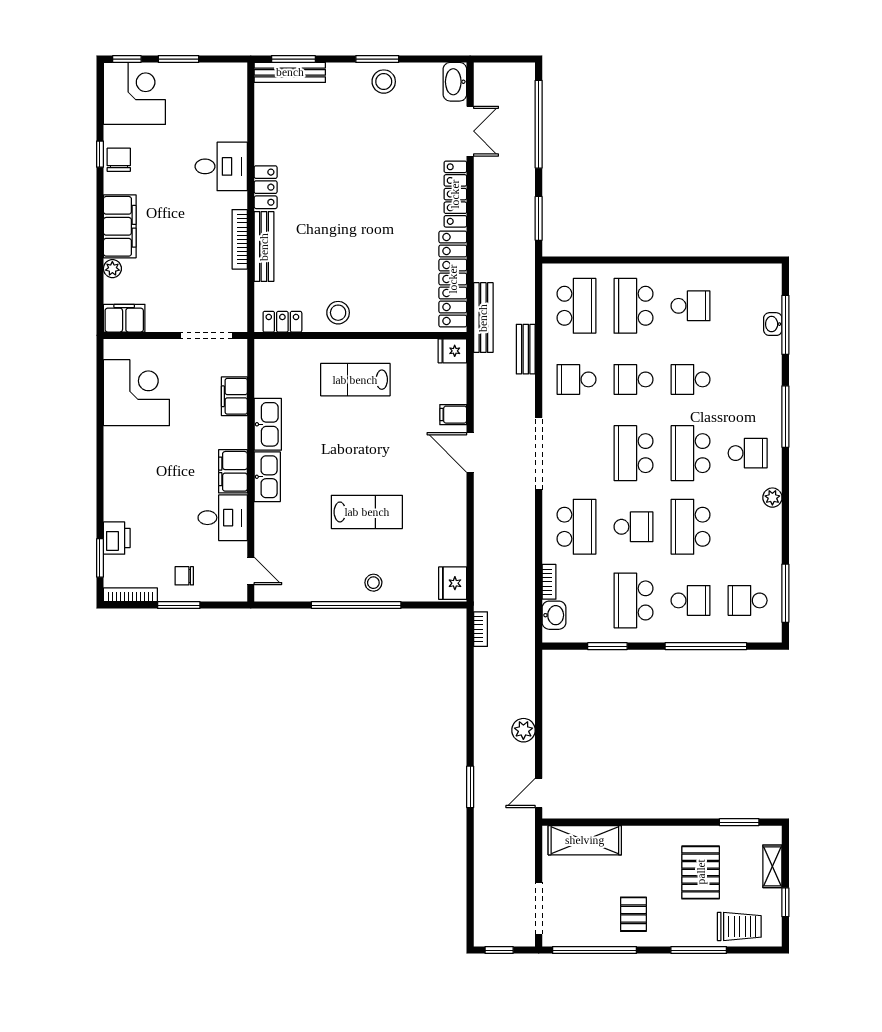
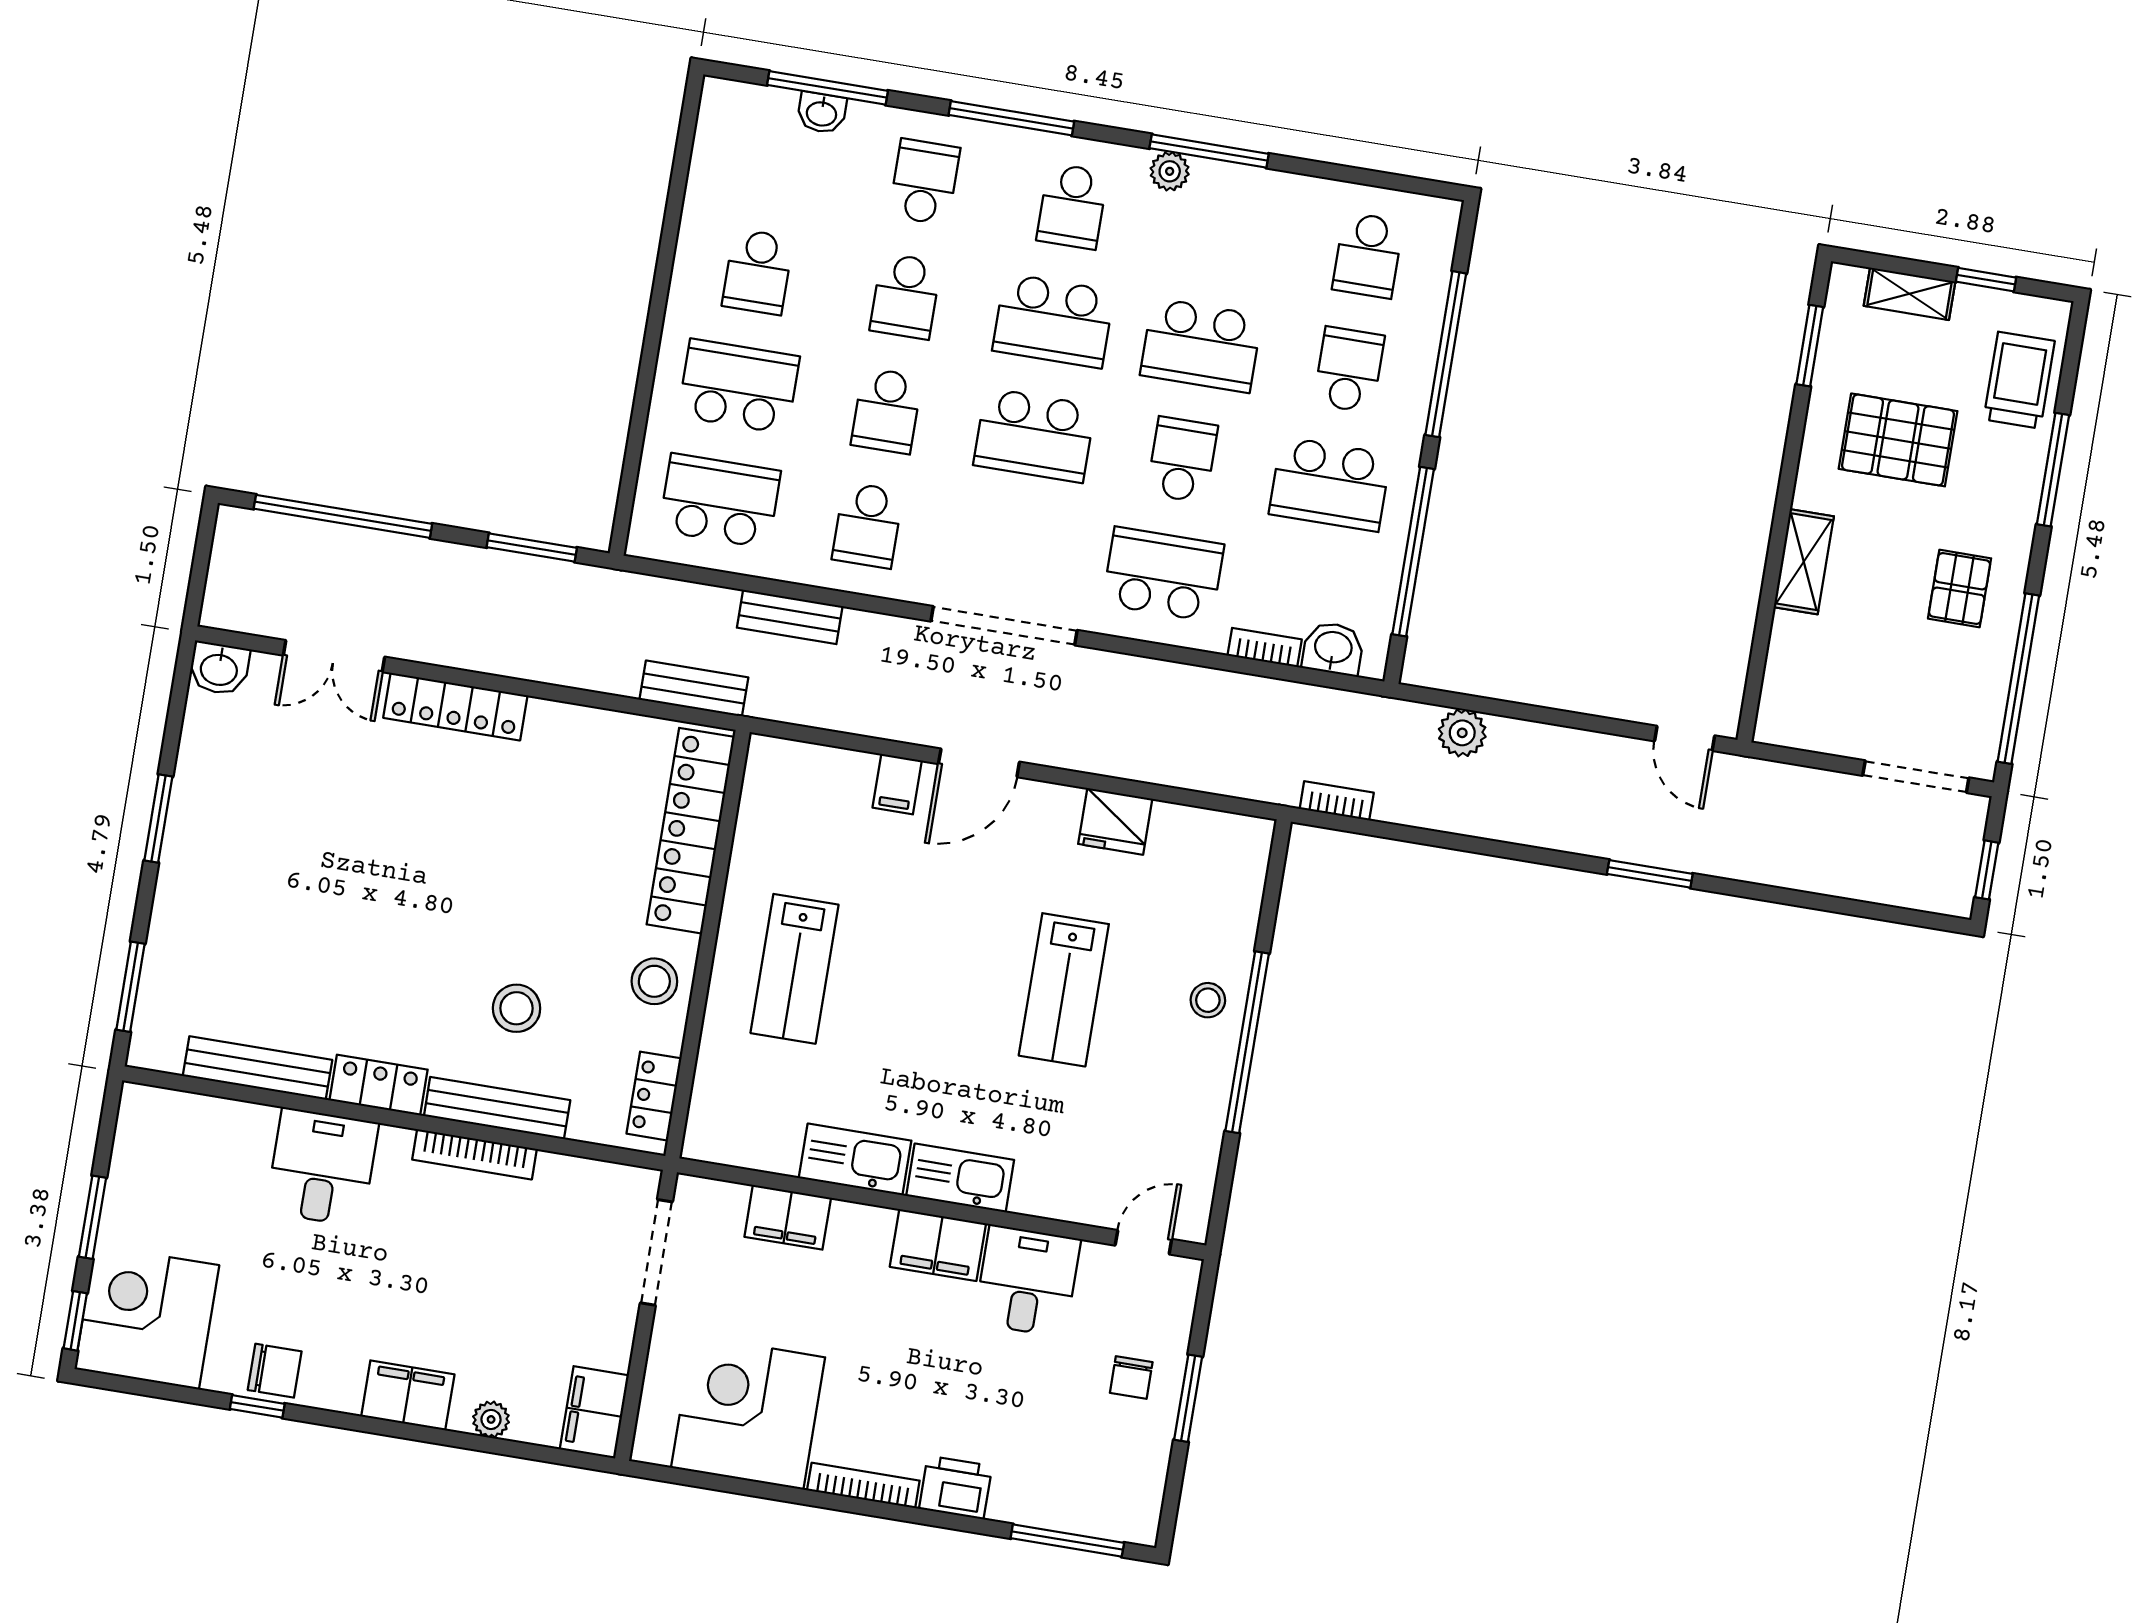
bench: (290, 72) -> (257, 1068), moved, turned 90
stool: (384, 82) -> (517, 1008), moved
washbasin: (455, 82) -> (219, 668), width x0.72
double door: (470, 131) -> (334, 656), swing flipped
chair: (119, 160) -> (275, 1371), turned 180
filing cabinet: (120, 226) -> (408, 1395), width x0.67, depth x0.86
locker: (453, 279) -> (691, 831), moved, turned 90
school desk: (634, 306) -> (739, 386), turned 180
school desk: (691, 306) -> (758, 272), turned 180
bench: (483, 318) -> (694, 688), width x0.73
fridge: (452, 351) -> (769, 765), removed
school desk: (748, 379) -> (924, 182), added
school desk: (748, 453) -> (1072, 206), turned 180
lab bench: (367, 512) -> (1064, 990), turned 180
printer: (117, 538) -> (956, 1487), moved
window: (100, 558) -> (1067, 1541), width x1.44
fridge: (453, 583) -> (1115, 821), moved
window: (785, 593) -> (1209, 151), moved
bookcase: (130, 595) -> (863, 1485), moved, turned 90
window: (607, 646) -> (1413, 552), width x2.11
plant: (523, 730) -> (1462, 733), moved
shelving: (585, 840) -> (1804, 562), moved, width x0.67, depth x0.75
pallet: (633, 914) -> (1960, 588), turned 90

